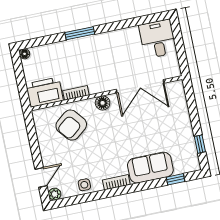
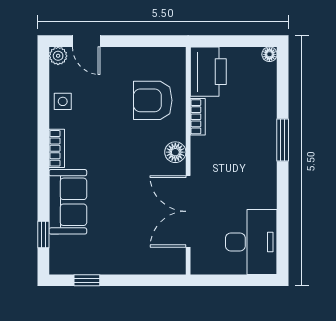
desk: (158, 39) -> (251, 242), width x1.37
armchair: (71, 125) -> (153, 100), turned -51

